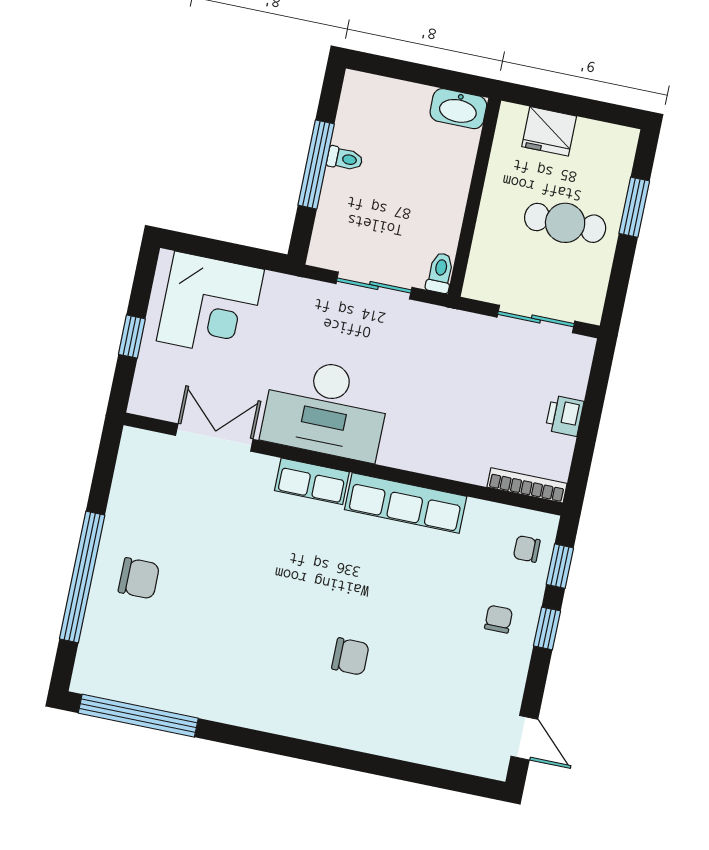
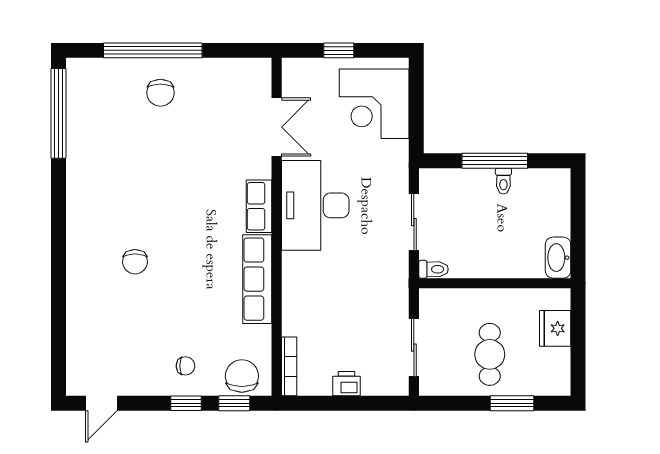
chair: (527, 549) -> (242, 376), width x1.87, depth x1.87

